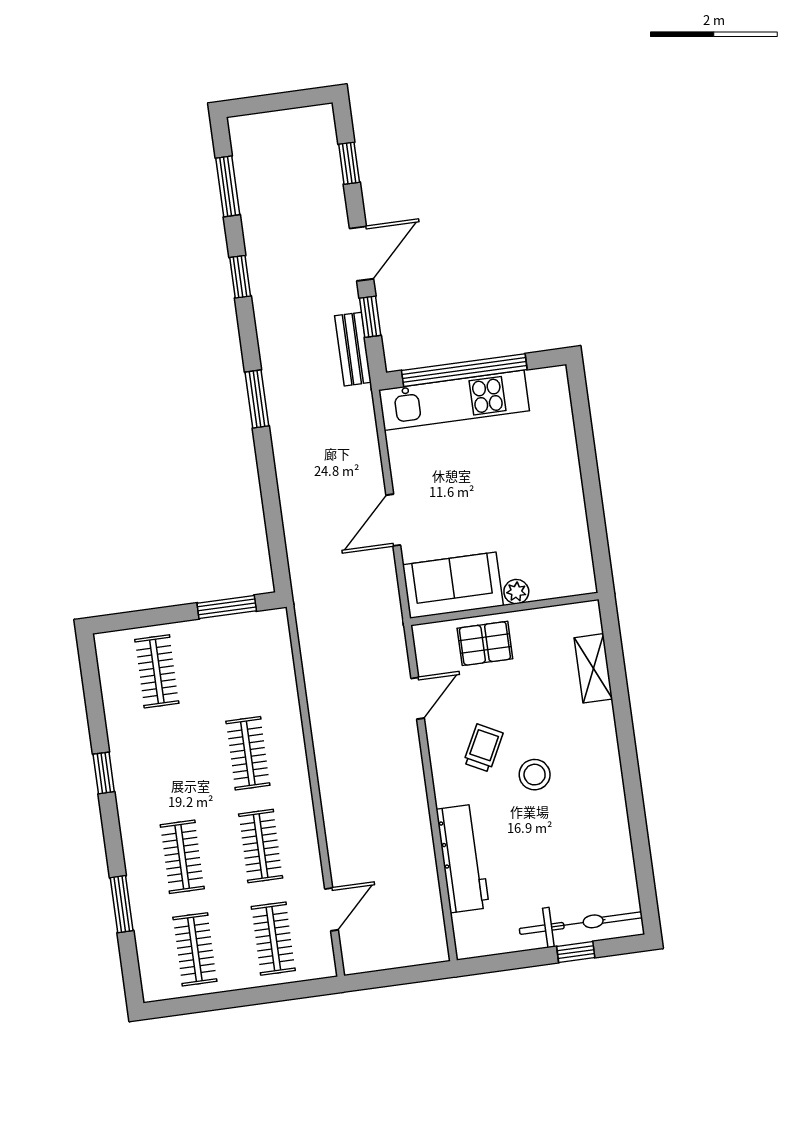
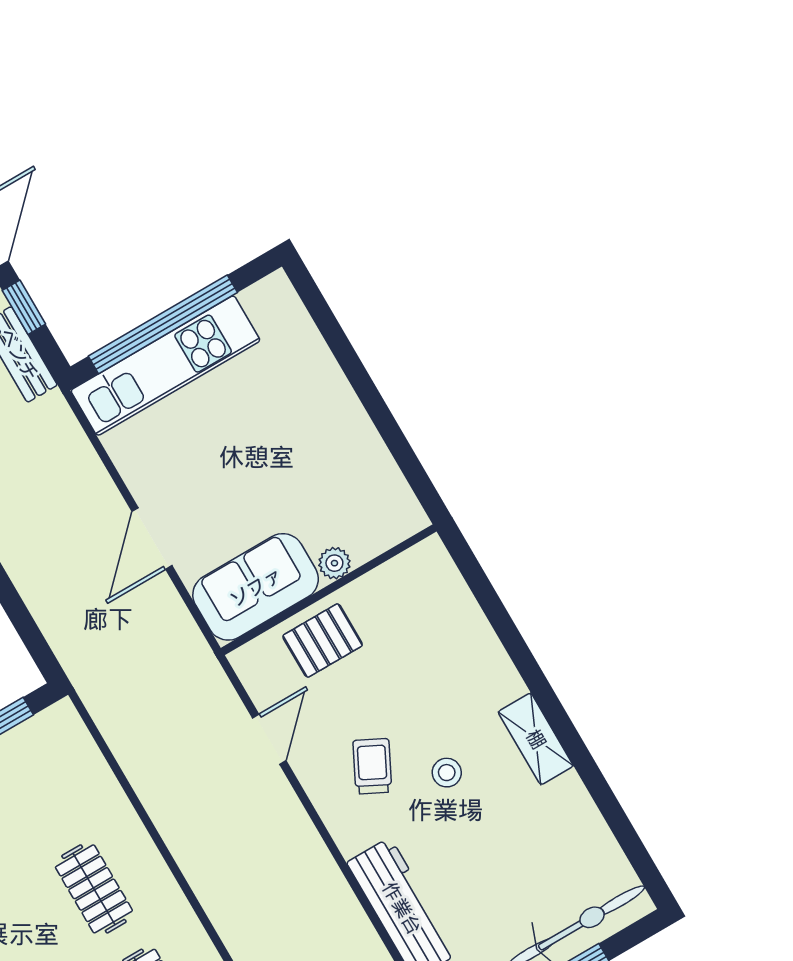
shelving: (593, 668) -> (536, 739), moved
stool: (535, 775) -> (447, 773), width x0.73, depth x0.73

